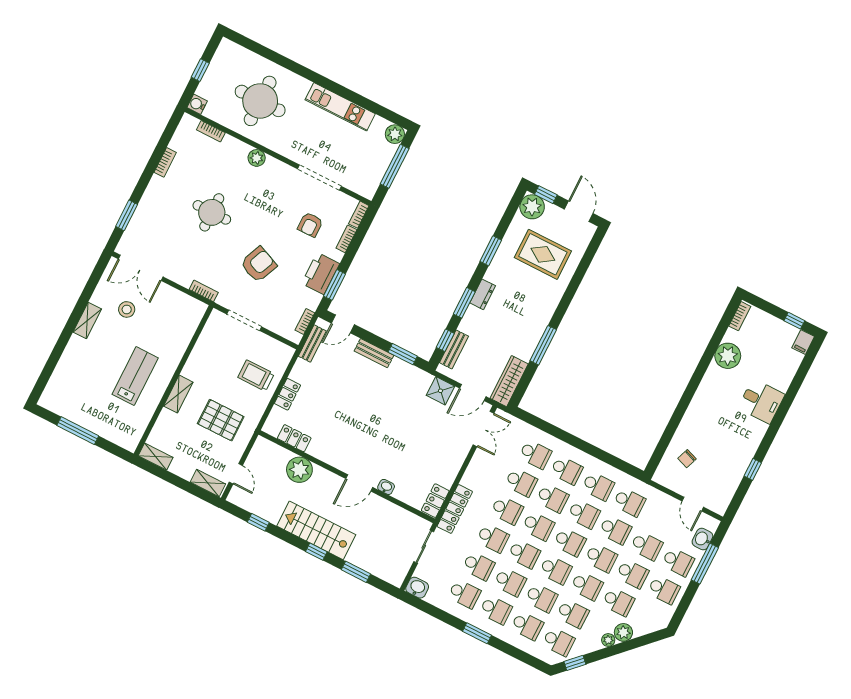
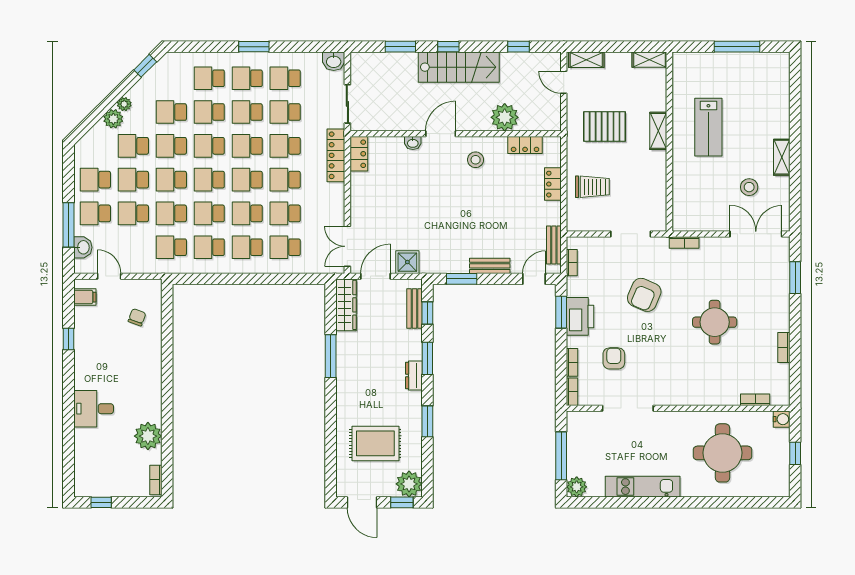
plant: (257, 158) -> (698, 396), removed
filing cabinet: (803, 342) -> (85, 297), moved, turned 90
stool: (341, 447) -> (476, 160), added
school desk: (559, 642) -> (171, 78), removed

